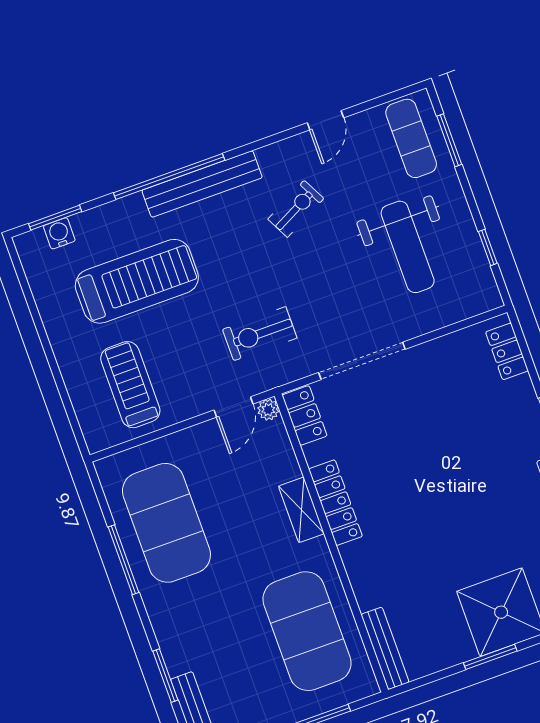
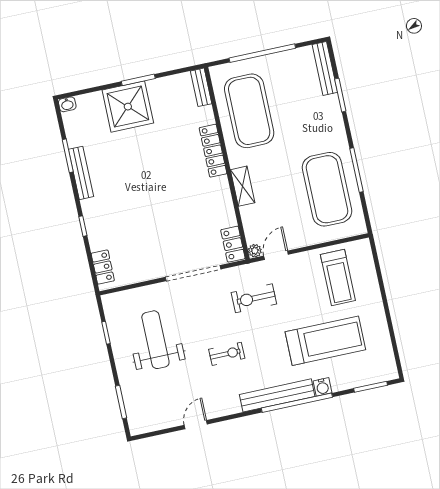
exercise mat: (411, 138) -> (144, 406), removed
exercise bike: (296, 209) -> (227, 354), moved, turned -153
water cooler: (59, 233) -> (322, 387), moved
treadmill: (137, 281) -> (325, 341), turned 180
exercise bike: (260, 334) -> (254, 298), turned 180
locker: (335, 503) -> (213, 151), moved
bench: (385, 648) -> (201, 87), width x0.73

